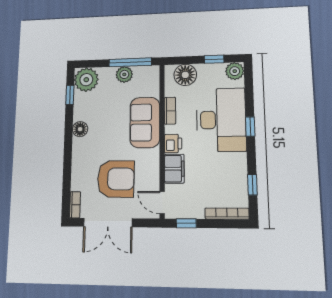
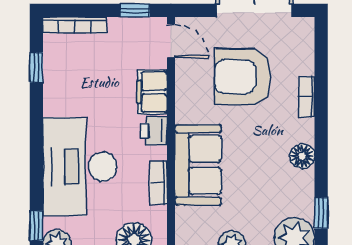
window: (250, 127) -> (36, 226), moved
bookcase: (75, 205) -> (307, 97), moved

